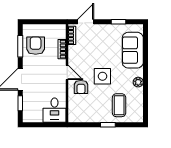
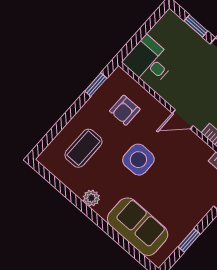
armchair: (81, 87) -> (125, 110), moved, turned -90
coffee table: (119, 105) -> (83, 148), turned 90
window: (108, 125) -> (96, 85), moved

